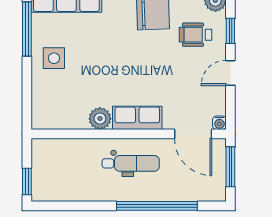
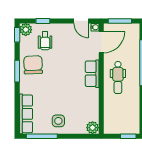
door: (230, 73) -> (81, 21), moved
plant: (100, 119) -> (93, 128), moved
dental chair: (131, 163) -> (118, 78), turned 180

